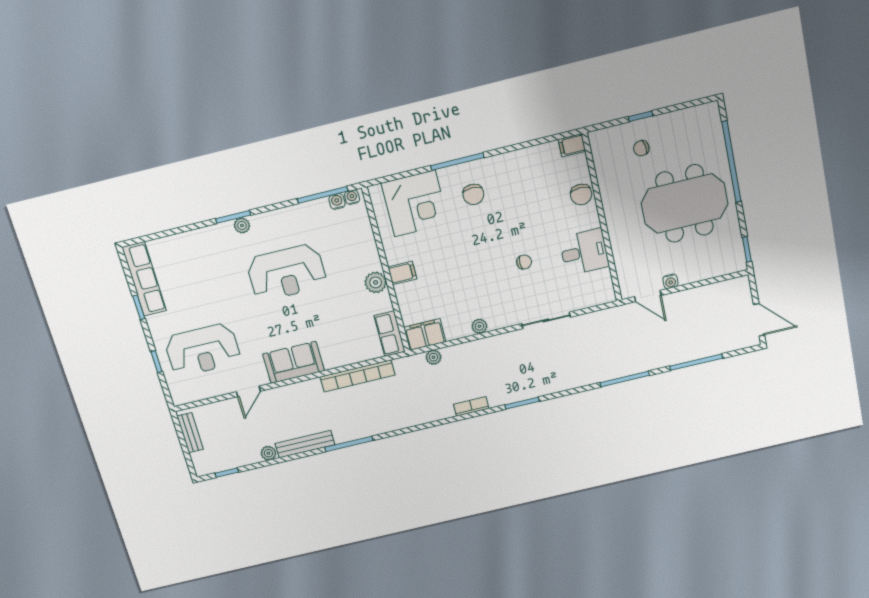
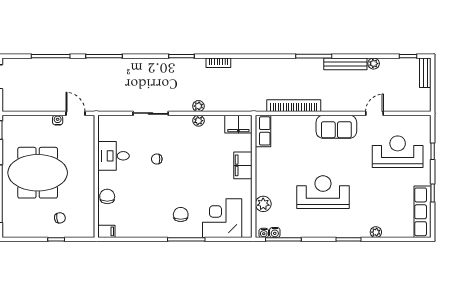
plant: (242, 225) -> (376, 232), moved
filing cabinet: (402, 273) -> (243, 165), width x2.00
plant: (376, 282) -> (263, 204), moved
plant: (434, 357) -> (198, 106), moved
bench: (190, 433) -> (425, 73), moved

